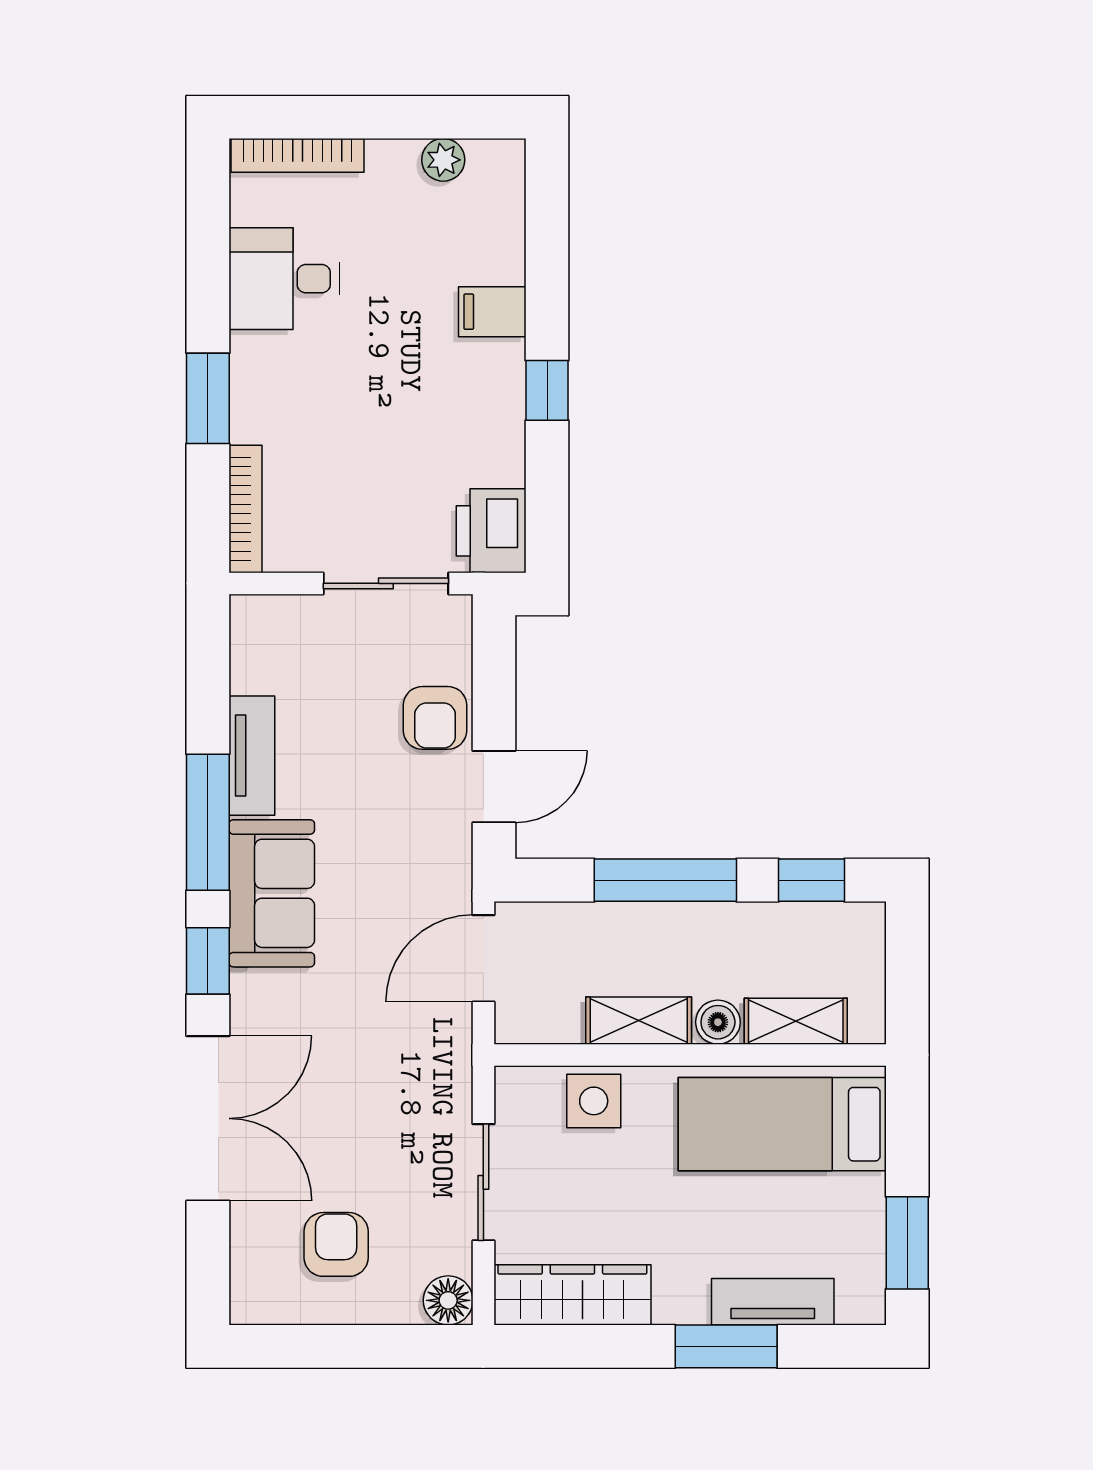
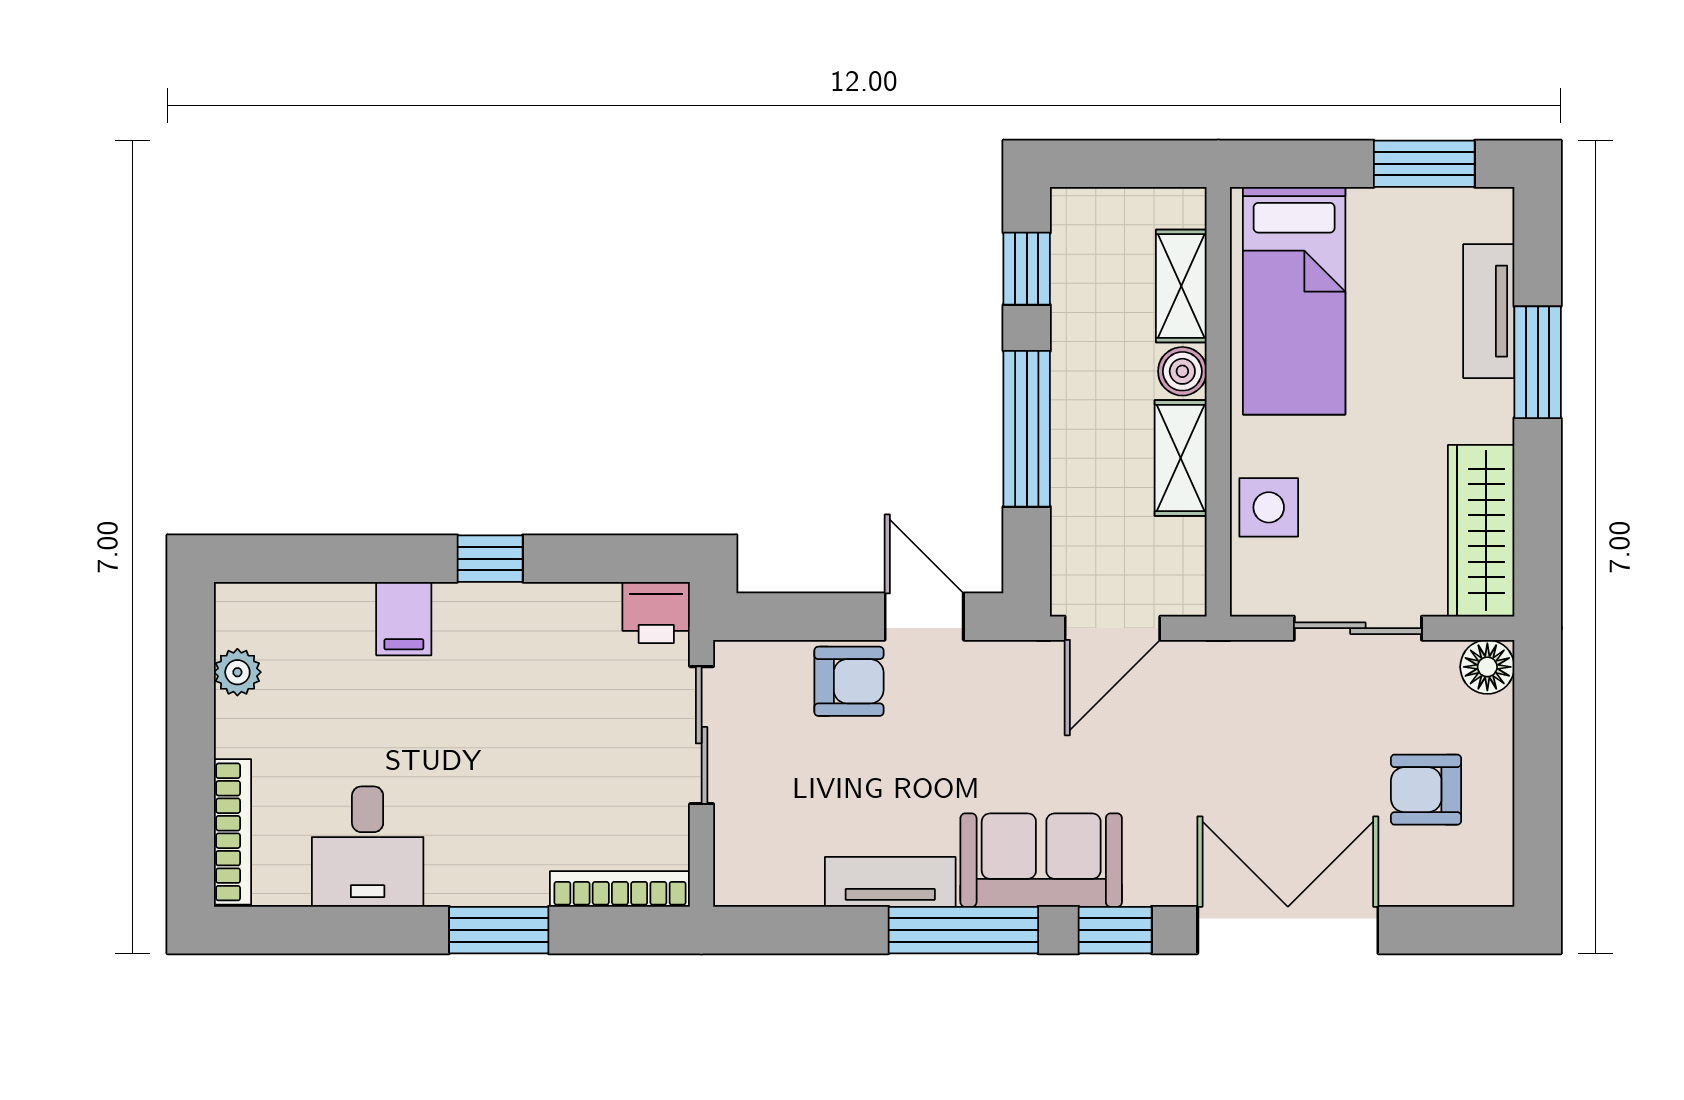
printer: (491, 531) -> (656, 612), width x0.73, depth x0.81
door: (483, 958) -> (1112, 628), hinge flipped

